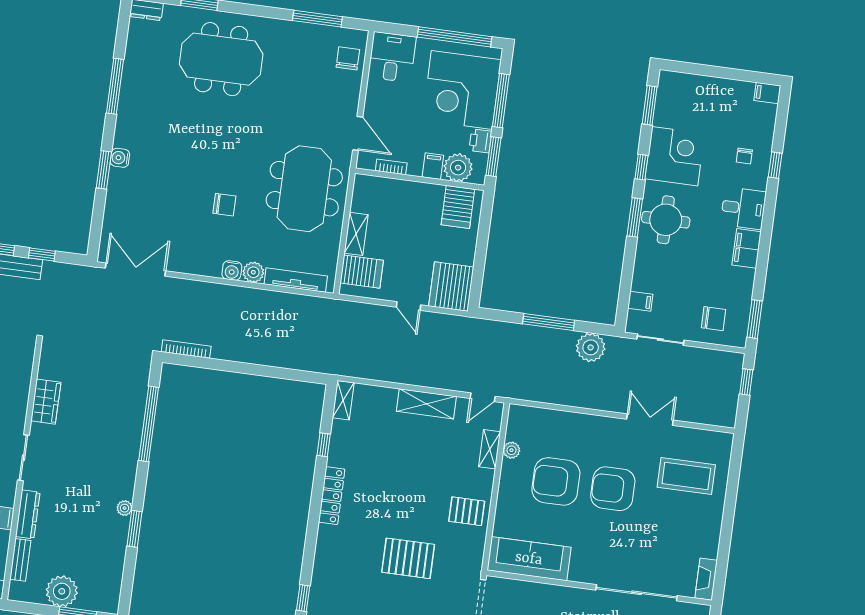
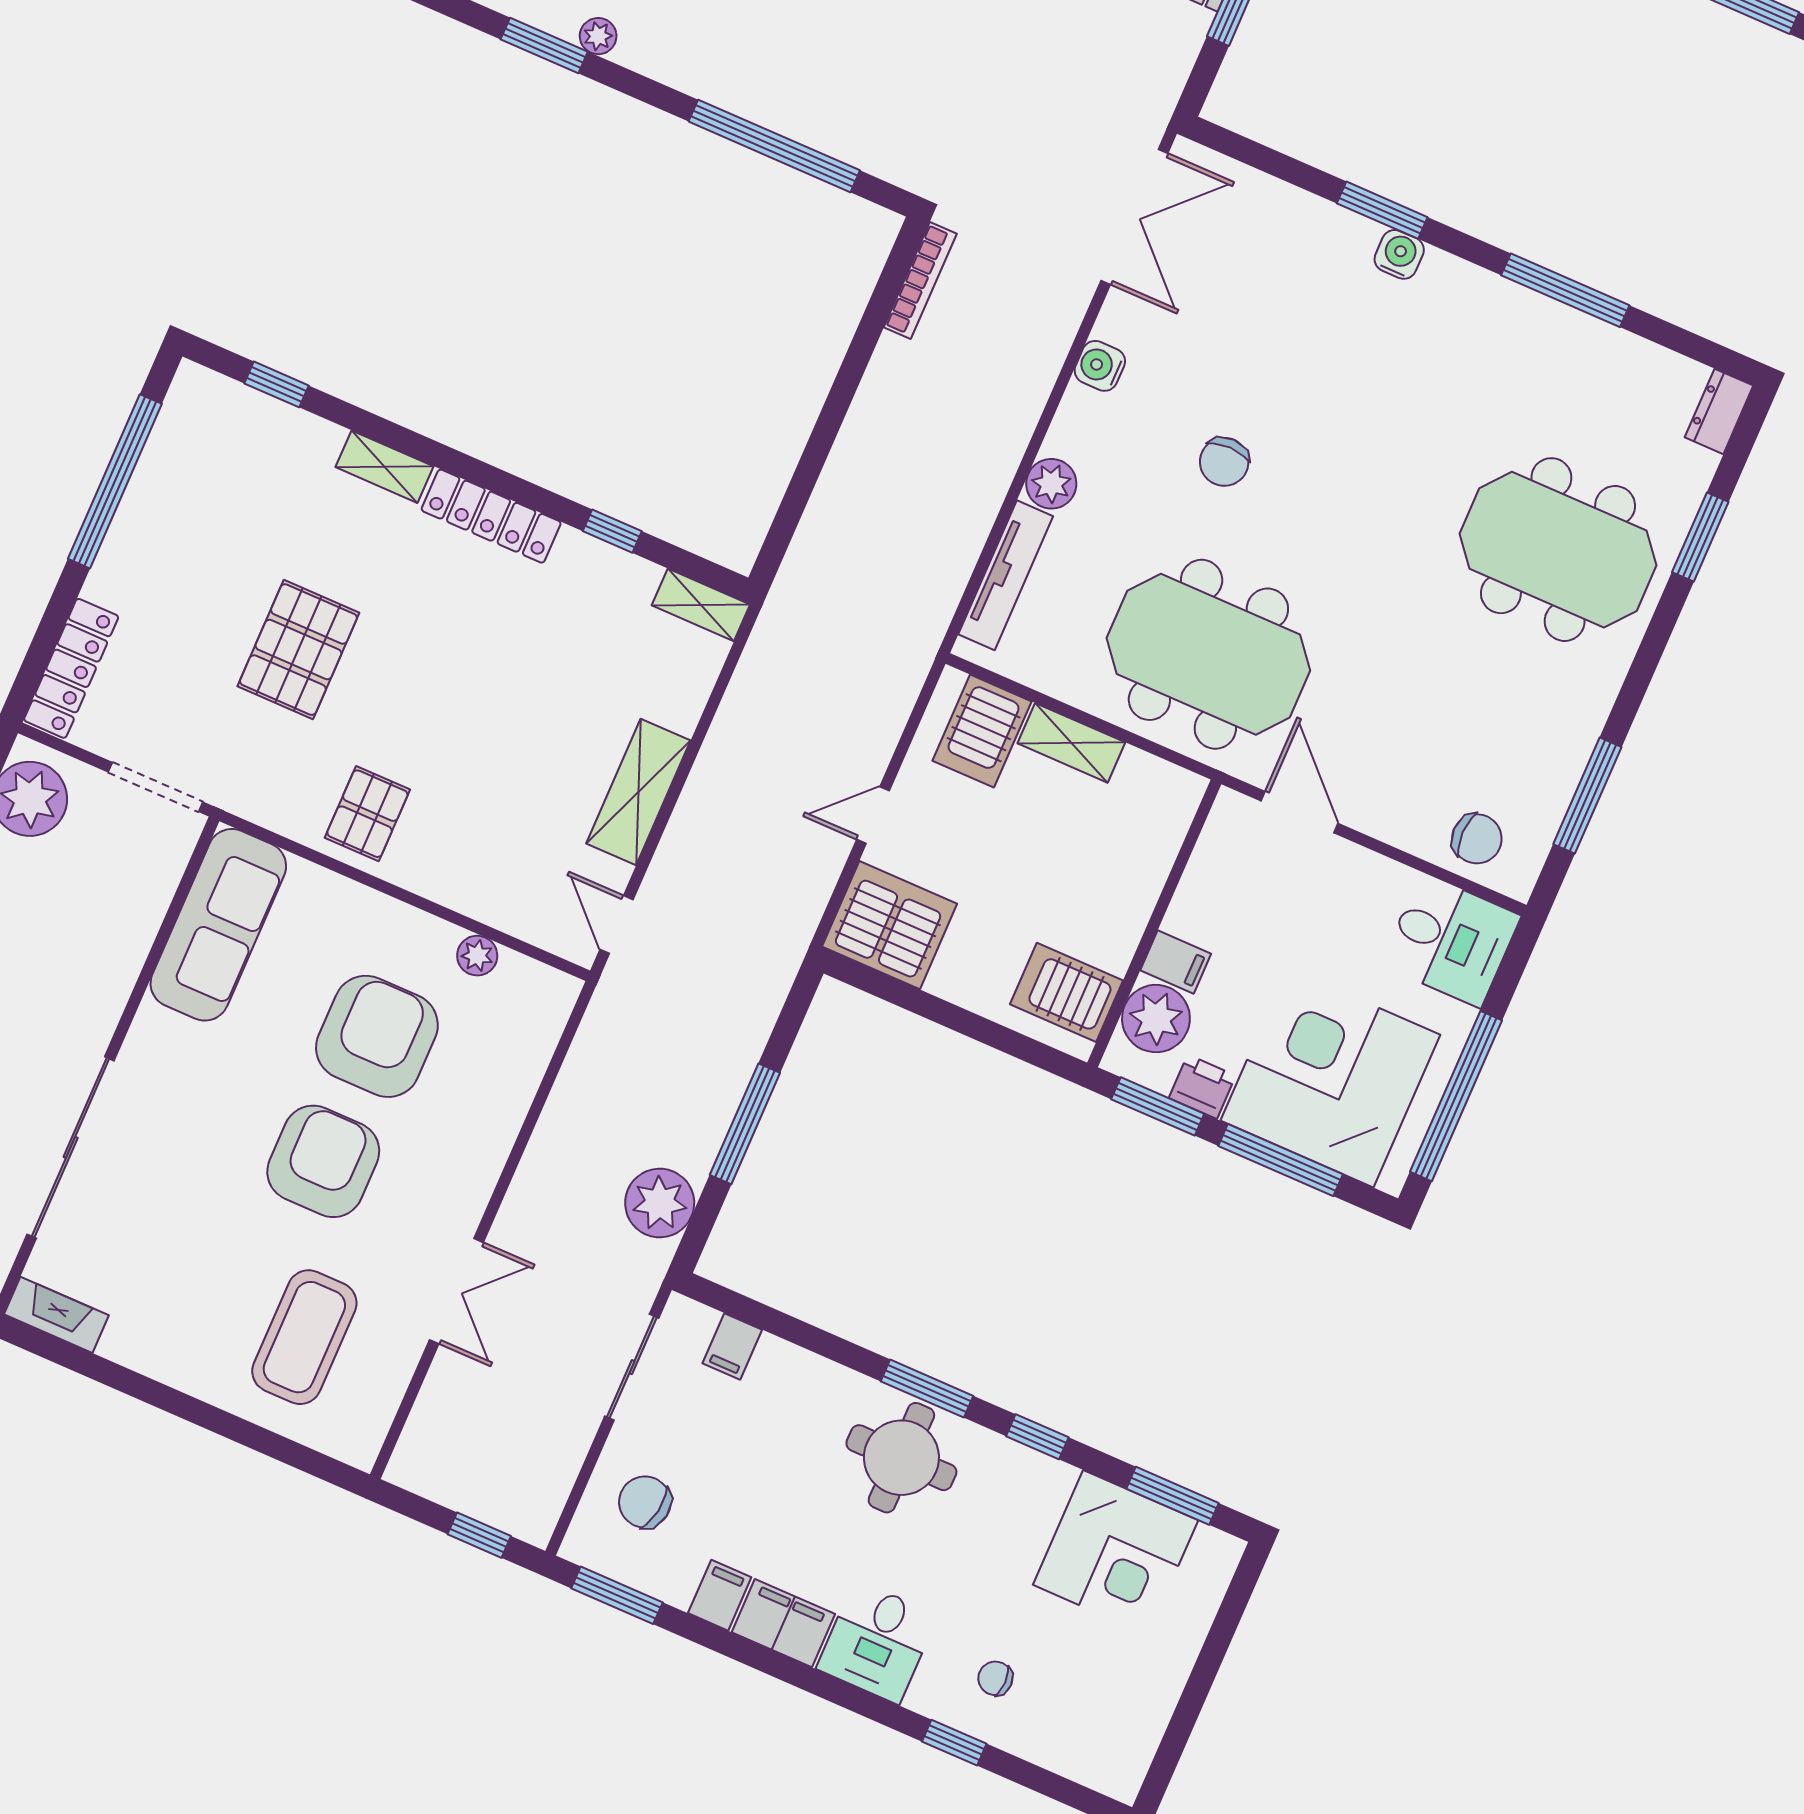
meeting table: (221, 59) -> (1558, 550), turned 90
filing cabinet: (767, 93) -> (720, 1595), moved
door: (358, 133) -> (1299, 812), swing flipped
corner desk: (675, 156) -> (1116, 1553), moved
bookcase: (391, 167) -> (1201, 867), removed
water cooler: (232, 271) -> (1100, 366), moved
chair: (714, 319) -> (645, 1502), turned 99
shelving: (490, 449) -> (385, 467), moved

